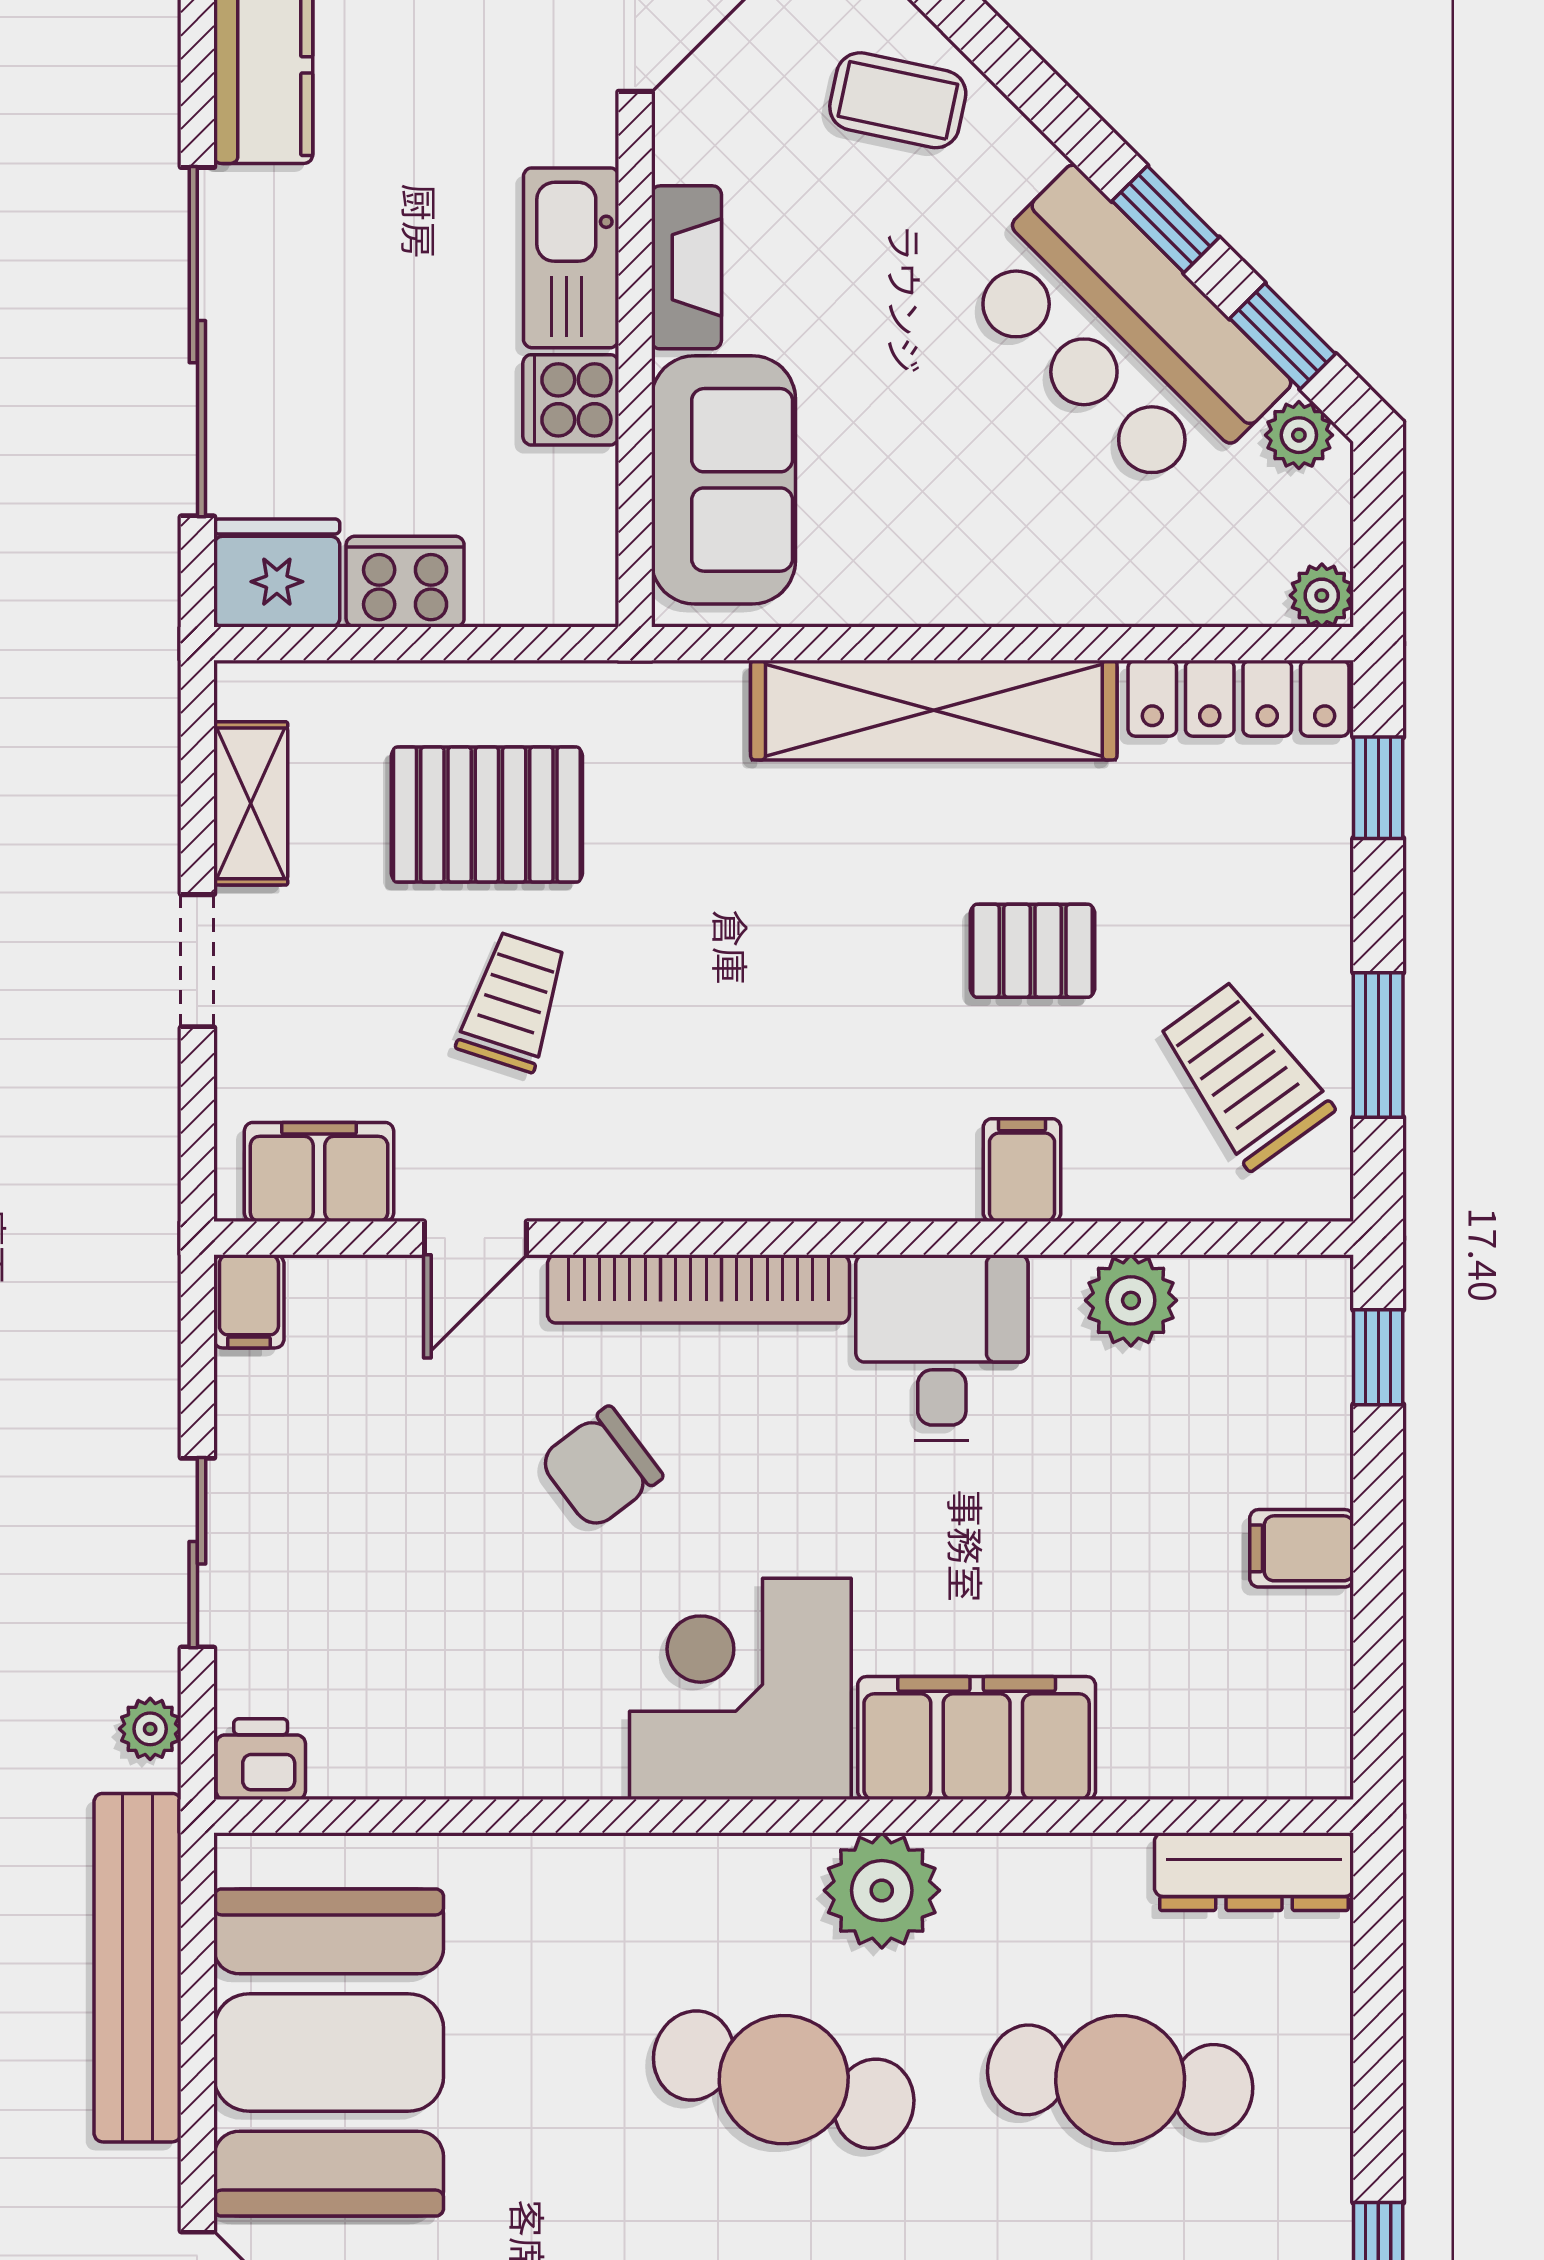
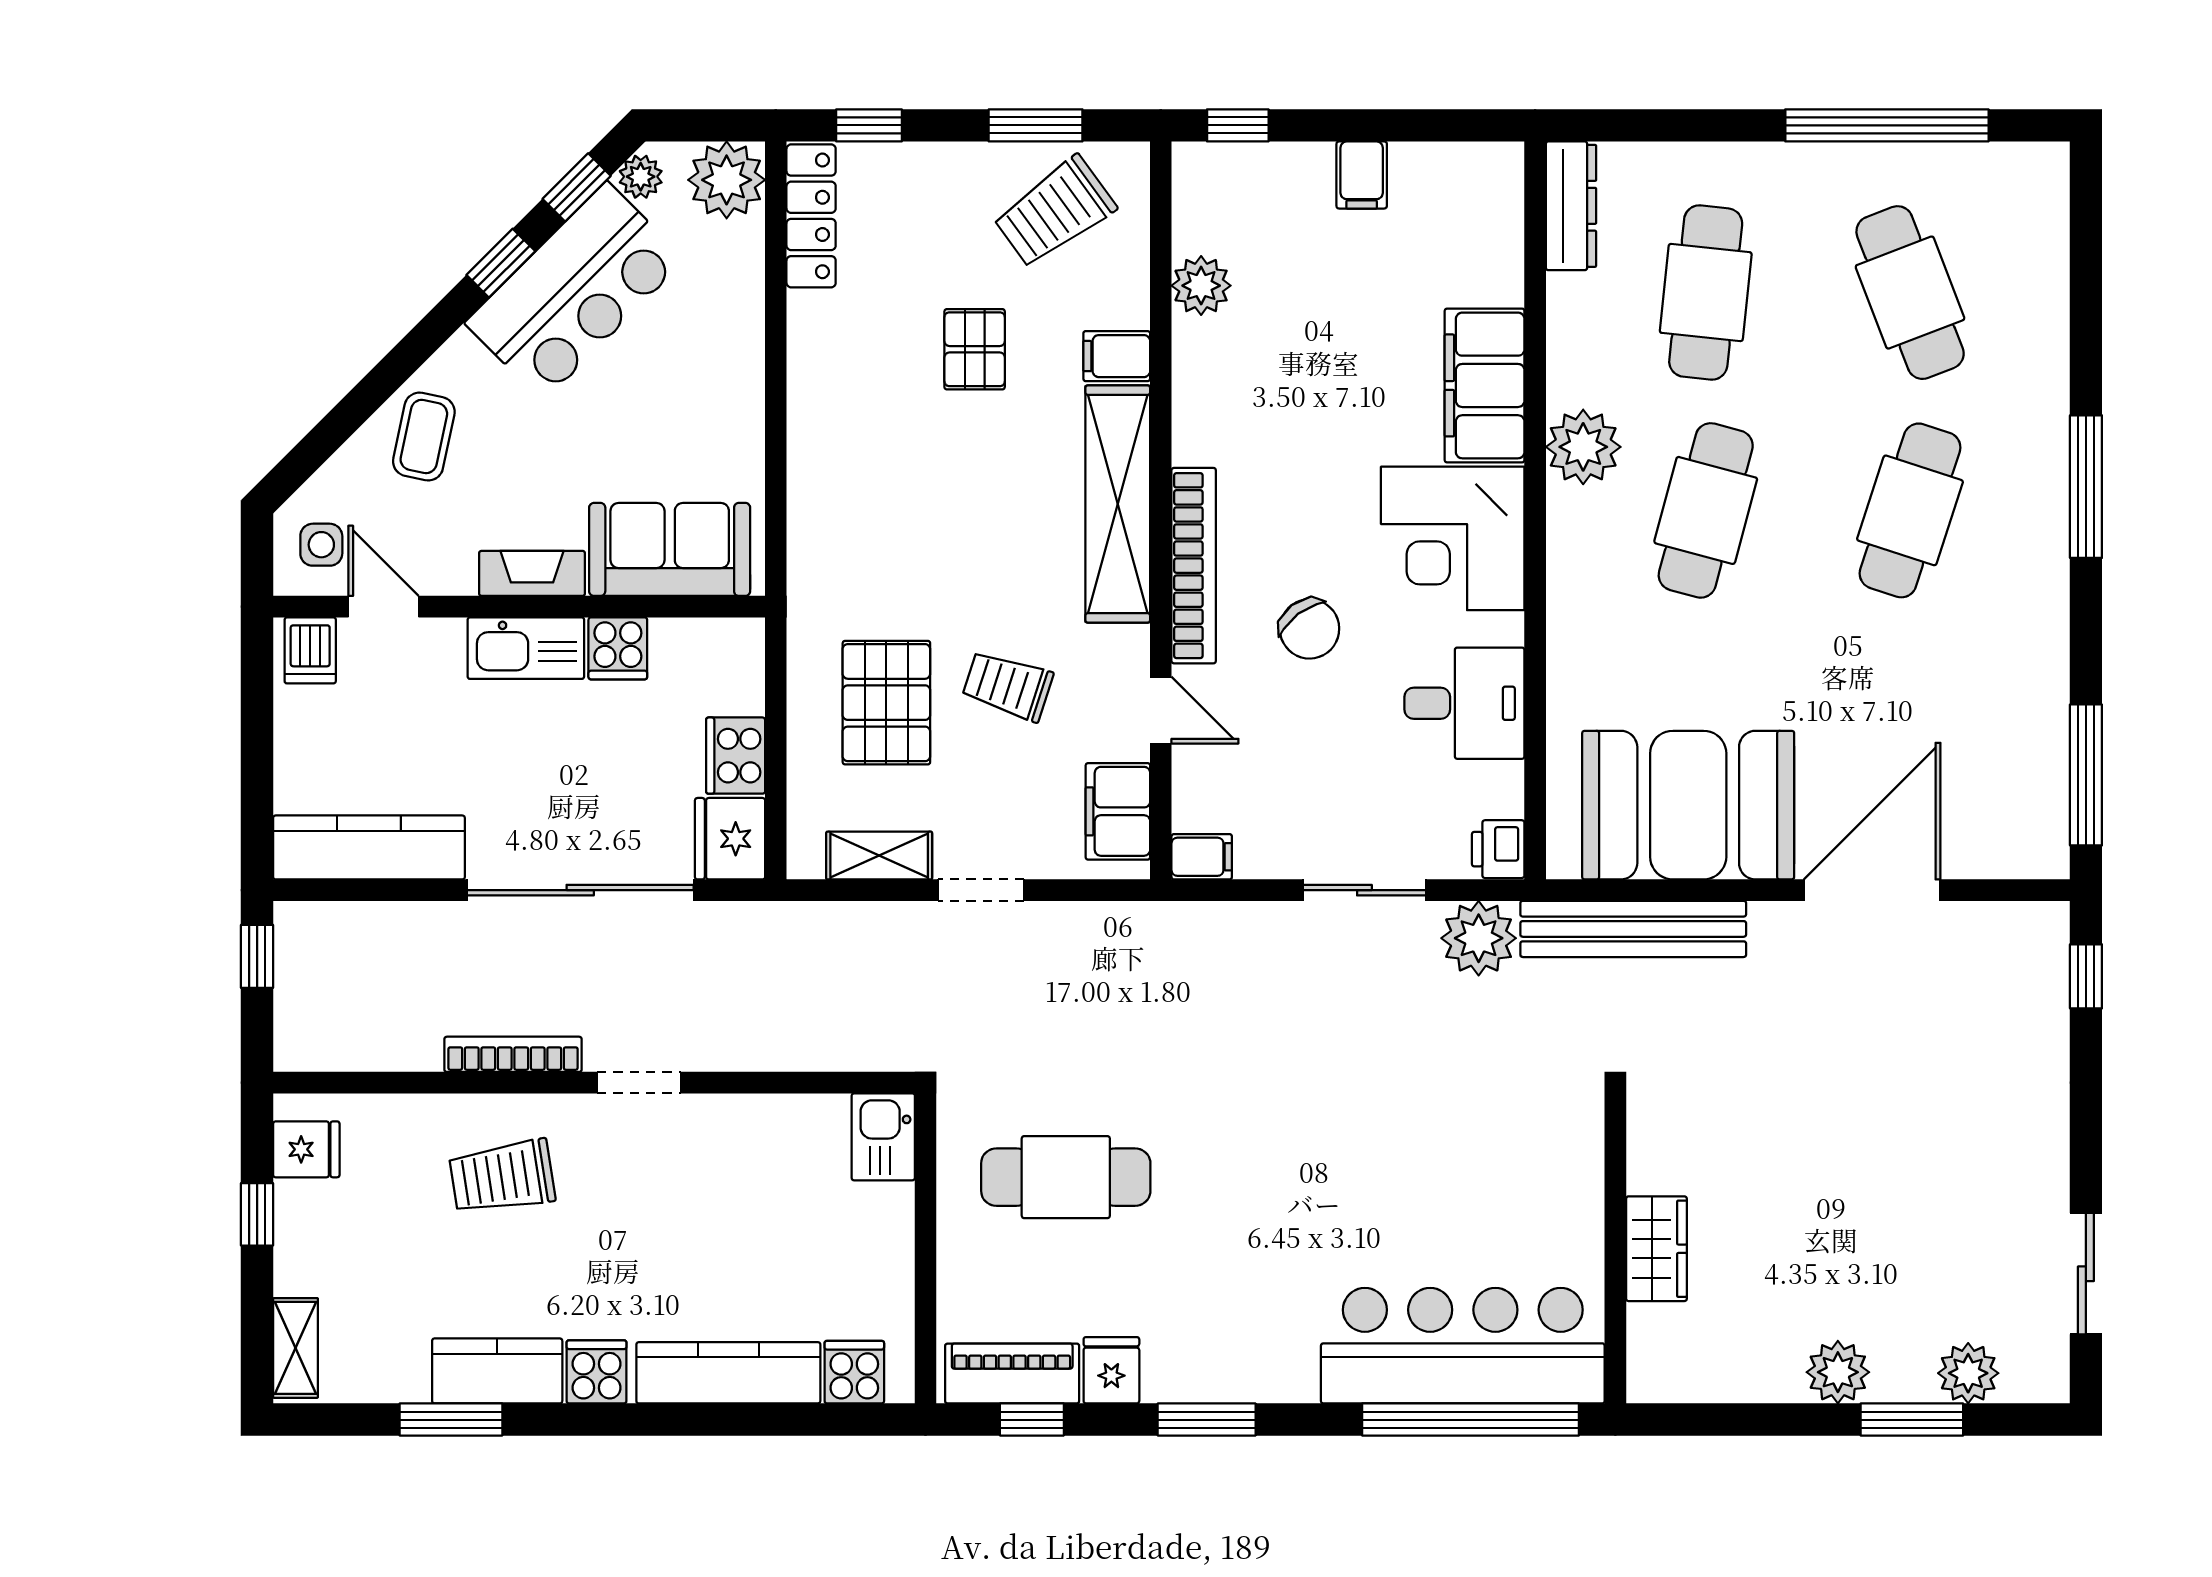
plant: (1322, 595) -> (727, 180), width x1.88, depth x1.88
shelving: (934, 710) -> (1118, 504), moved
desk: (942, 1347) -> (1464, 703), moved, turned 180
plant: (150, 1729) -> (1479, 938), width x1.87, depth x1.87

